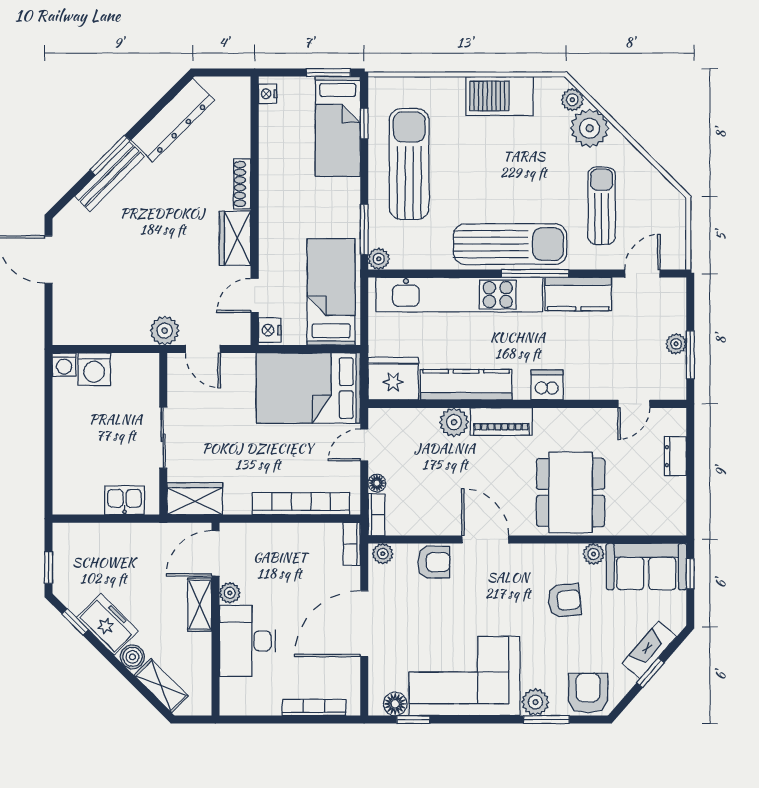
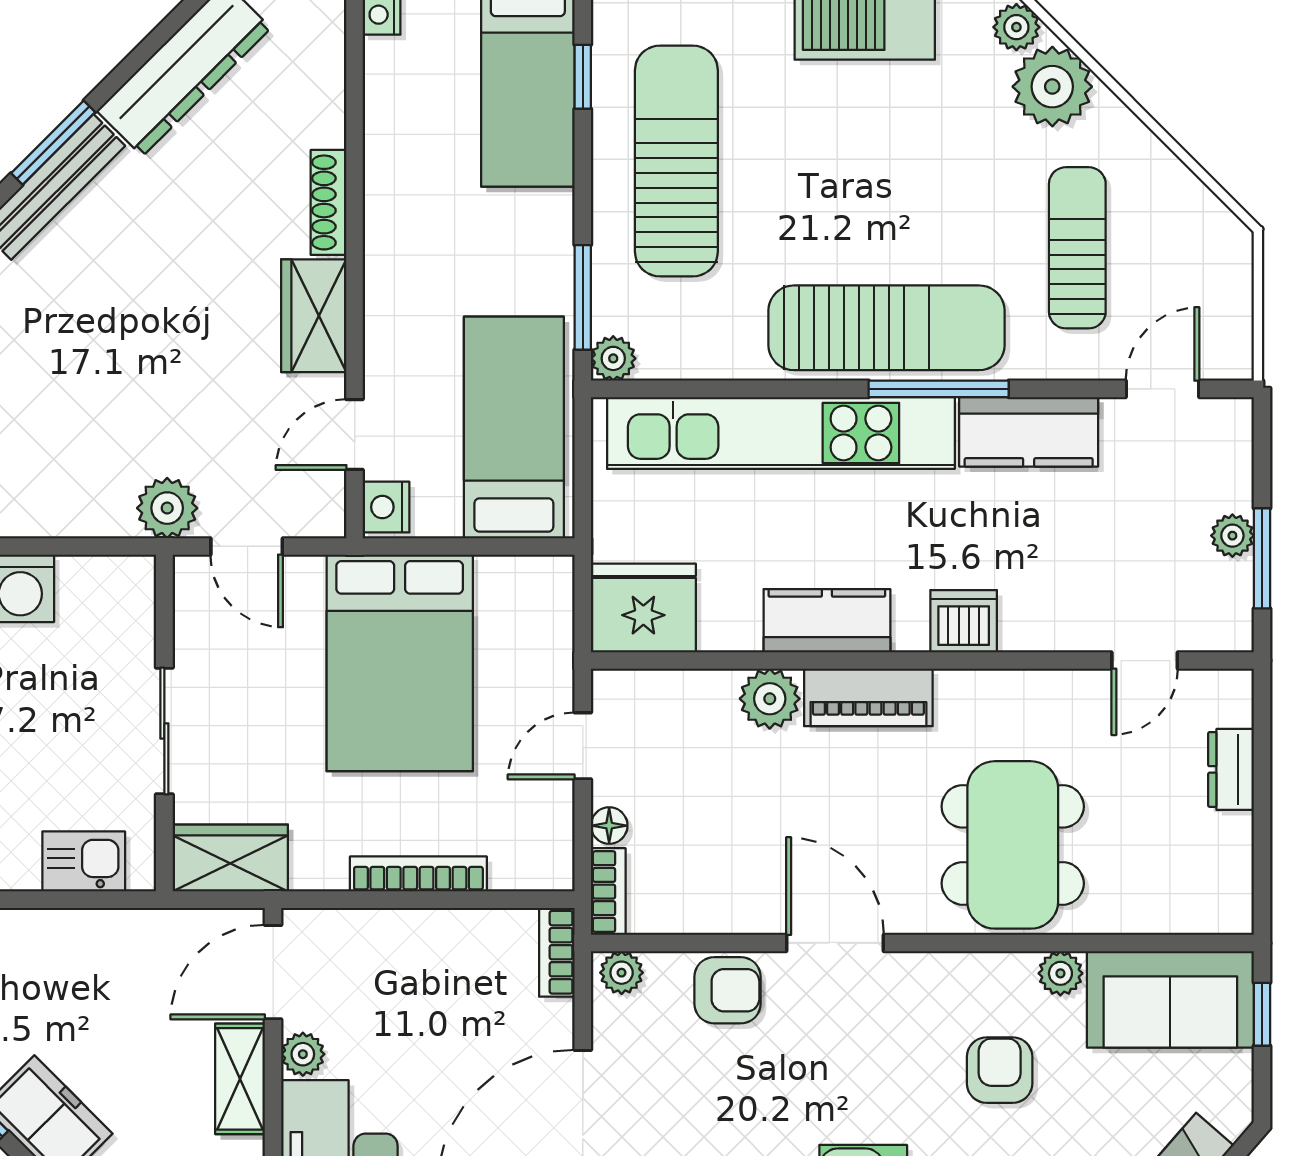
kitchen counter: (466, 385) -> (827, 621), width x0.67
bed: (308, 388) -> (400, 663), moved, turned -90
bookcase: (301, 504) -> (418, 874), width x0.68, depth x0.76
armchair: (564, 600) -> (1000, 1070), turned -84

